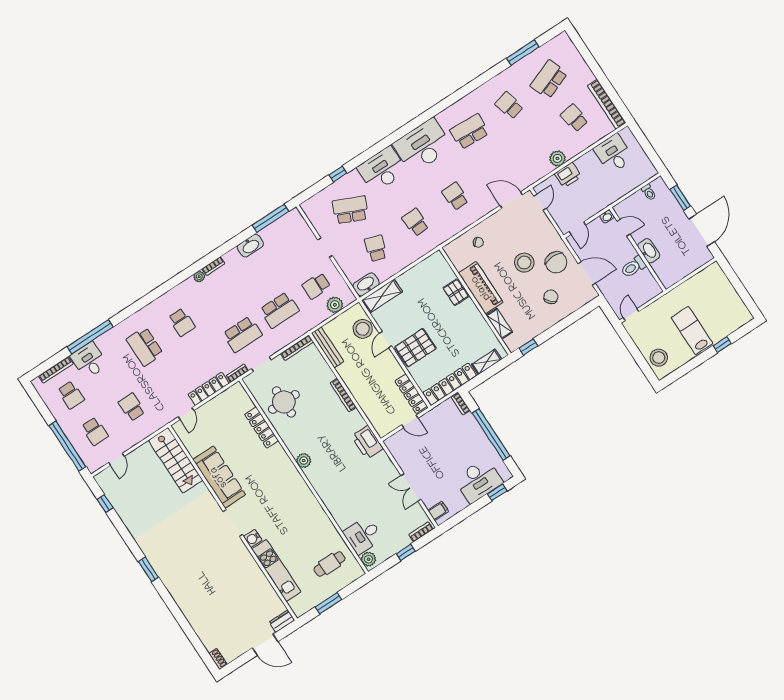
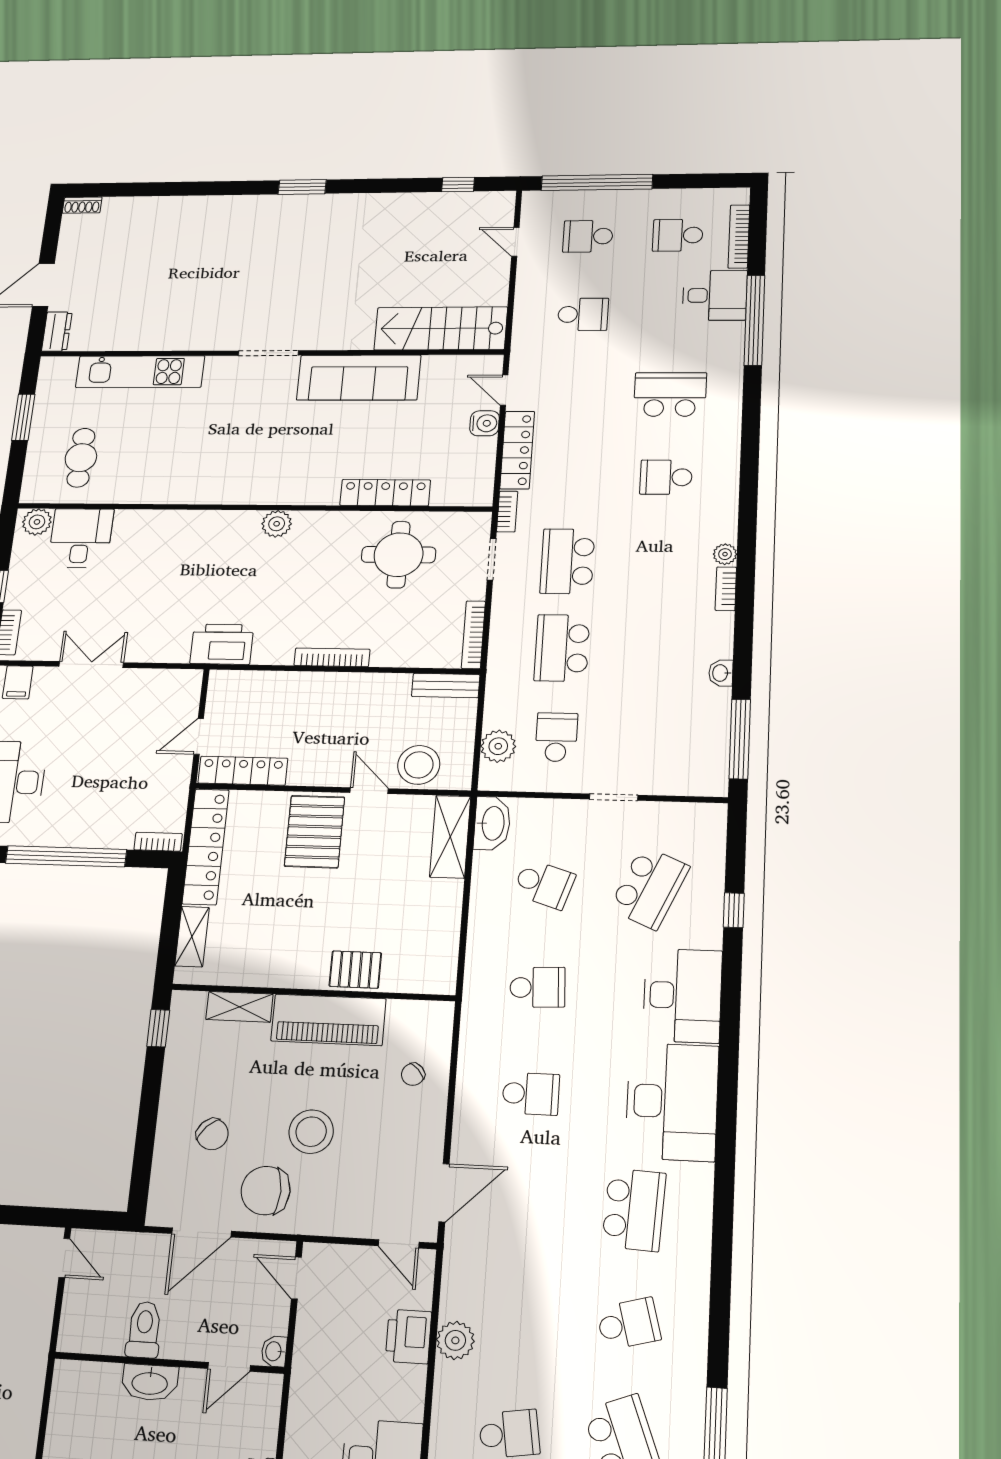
washbasin: (250, 246) -> (721, 673), width x0.52, depth x0.69
bench: (328, 347) -> (446, 686), width x0.73
water cooler: (253, 538) -> (485, 423), moved, turned 90

